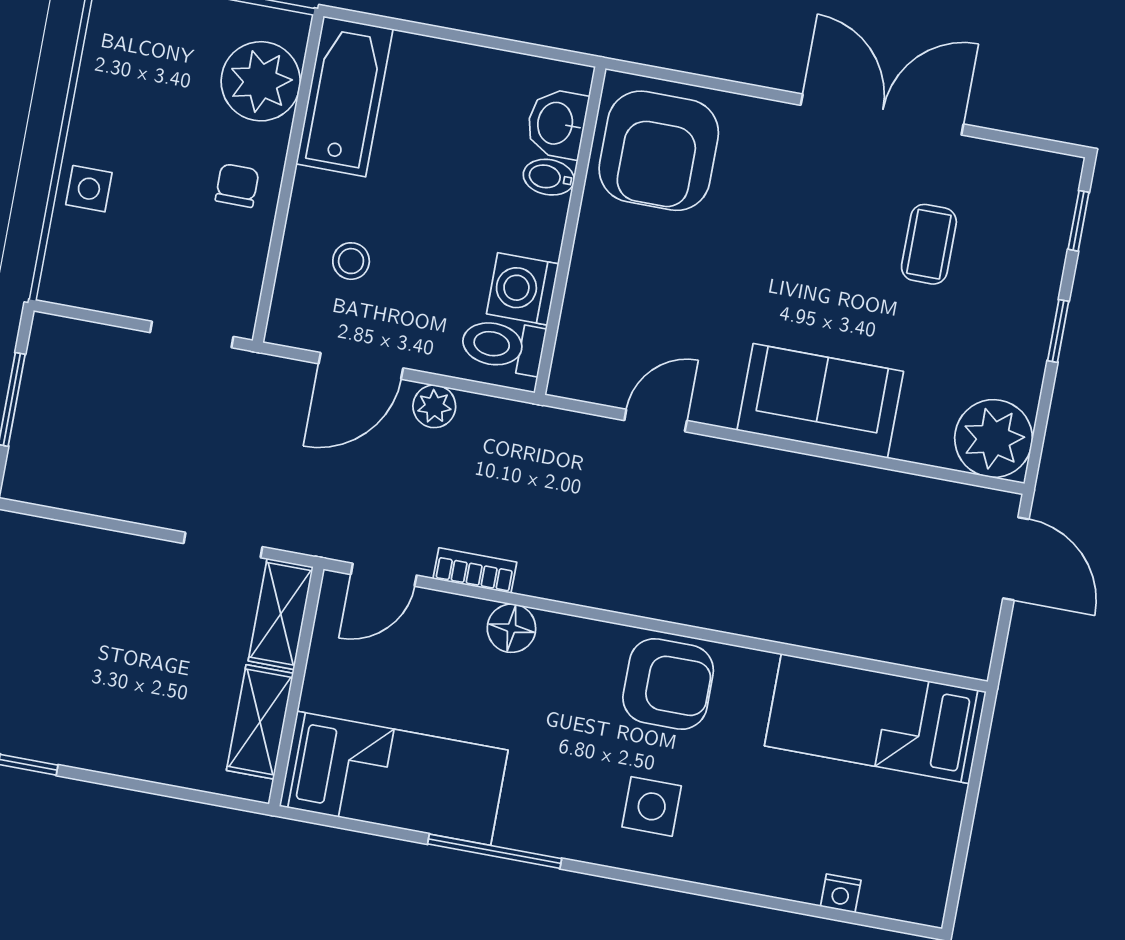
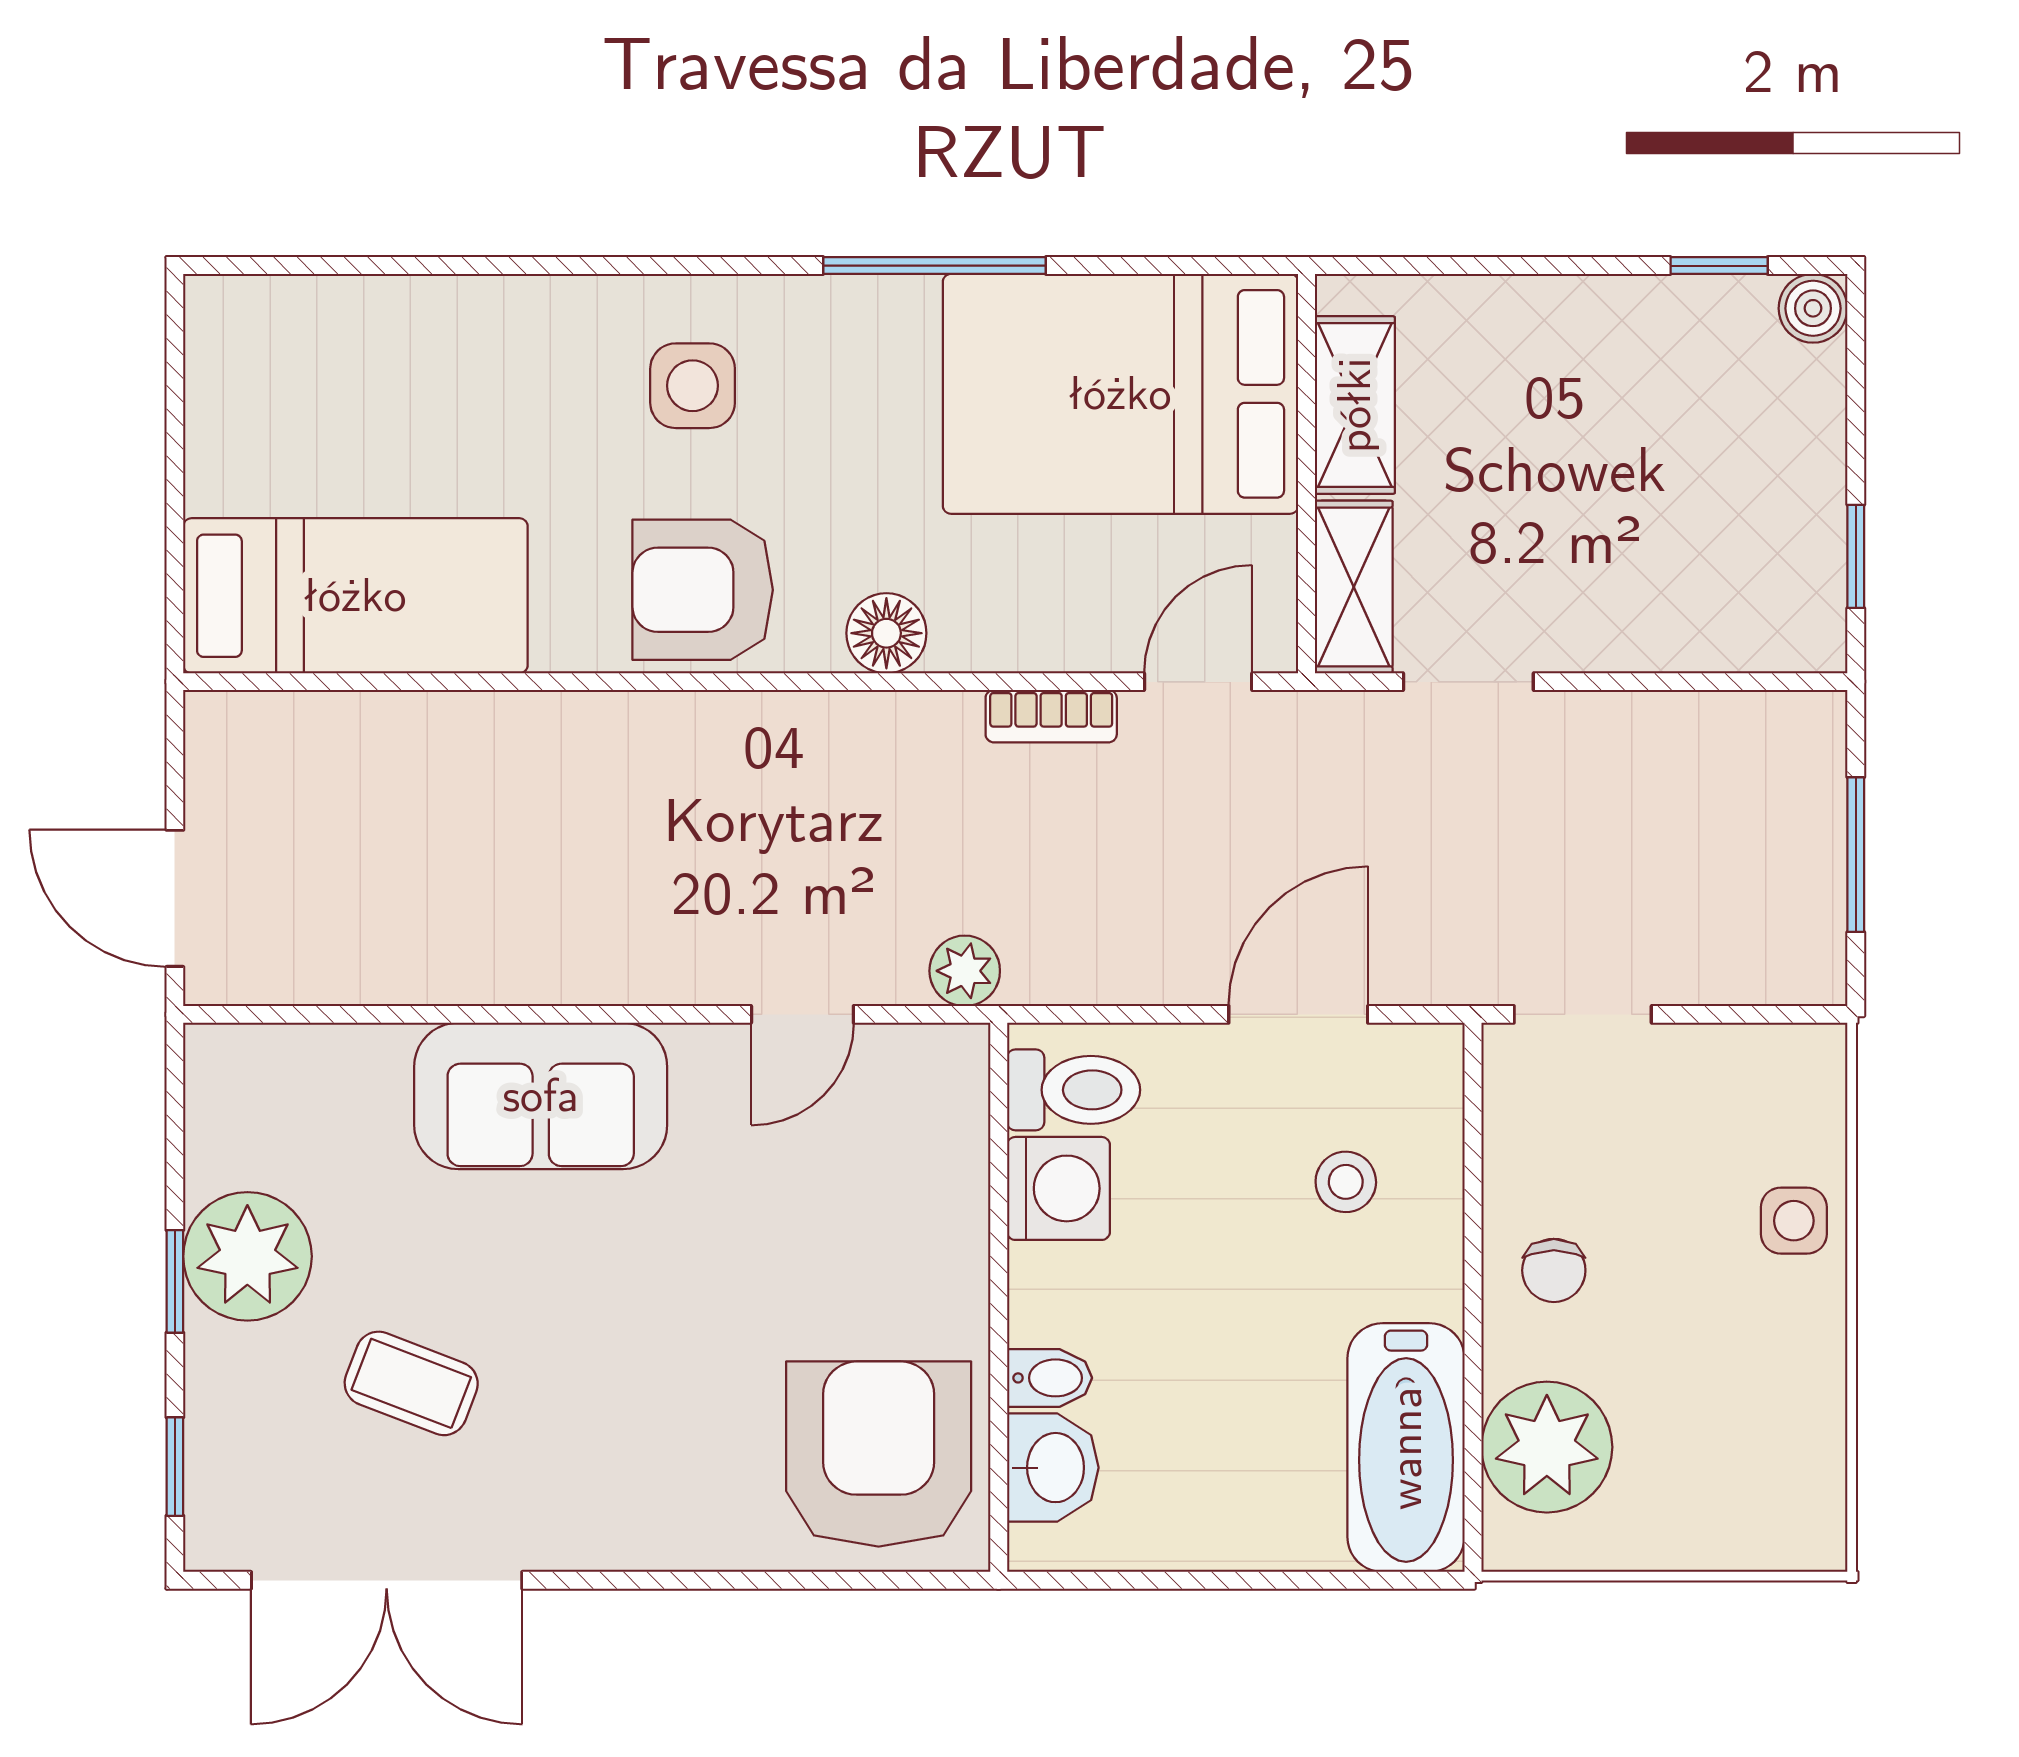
double door: (882, 115) -> (387, 1580), moved
coffee table: (929, 244) -> (411, 1383), turned -69
plant: (434, 406) -> (965, 971), moved
plant: (994, 439) -> (247, 1256), moved
floor lamp: (511, 628) -> (886, 633), moved
bed: (394, 778) -> (1120, 394), width x1.50
nightstand: (841, 893) -> (359, 301), removed

